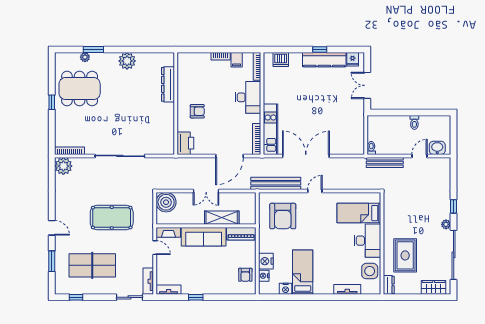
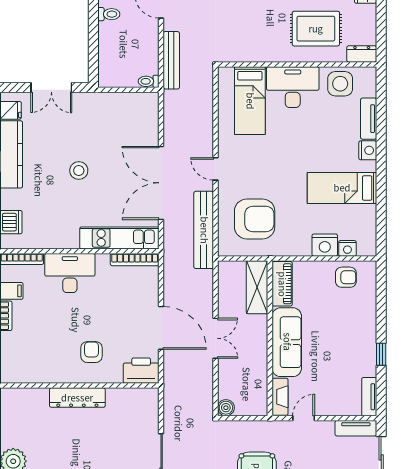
dresser: (168, 84) -> (77, 398), moved
stool: (314, 103) -> (79, 170), added
door: (229, 156) -> (161, 328), moved
boiler: (166, 202) -> (226, 408), width x0.54, depth x0.54
shelving: (222, 218) -> (257, 287), moved
nightstand: (286, 289) -> (368, 150), moved

